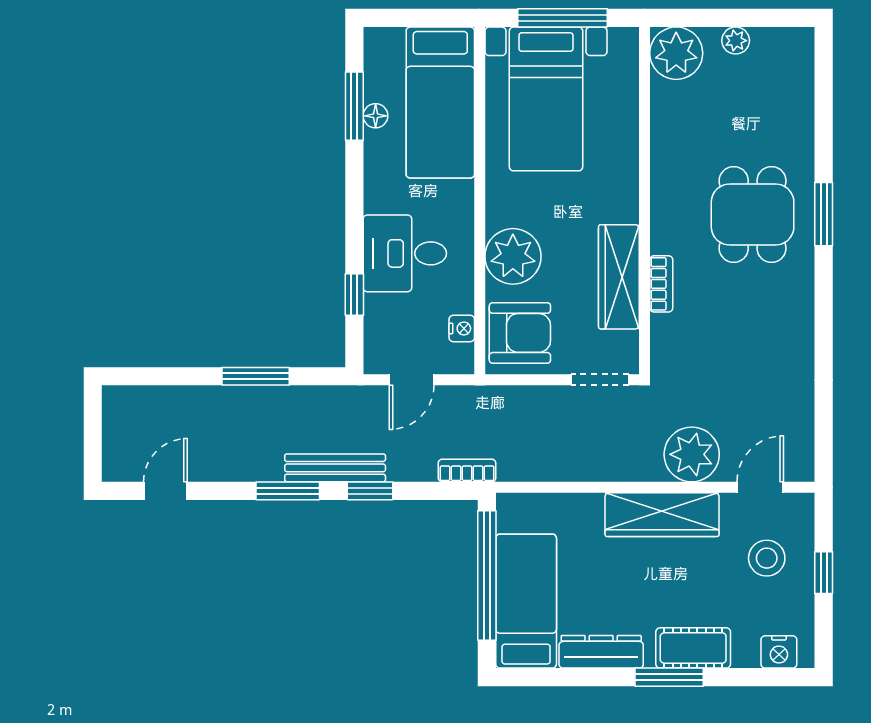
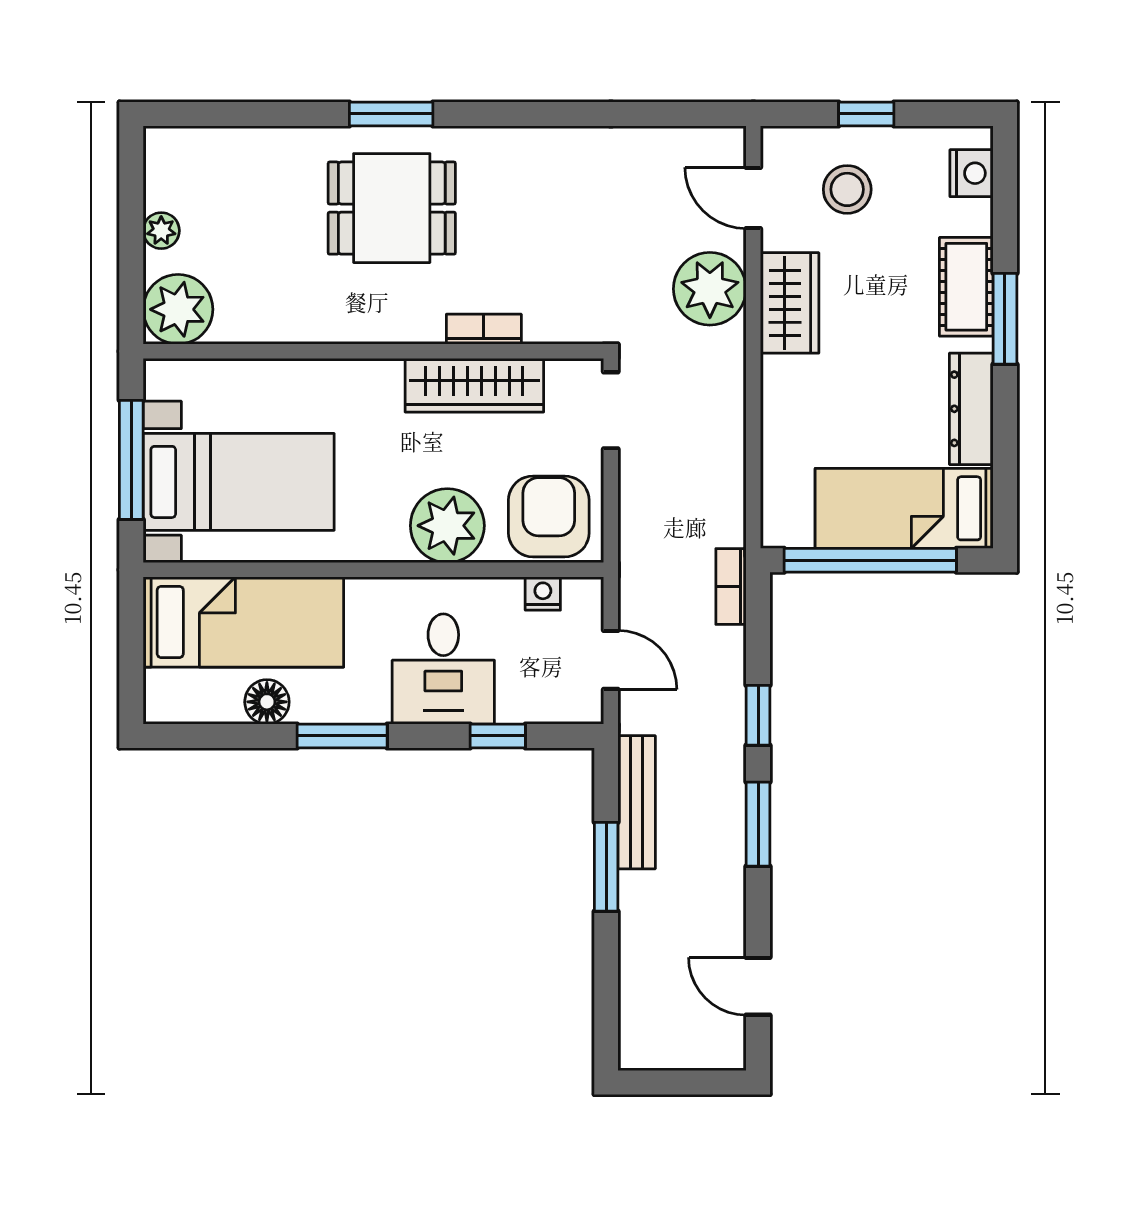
window: (354, 106) -> (342, 736), moved
floor lamp: (376, 116) -> (267, 702), width x1.37, depth x1.37
bench: (335, 468) -> (637, 802), moved
wardrobe: (662, 515) -> (790, 303), width x0.67

